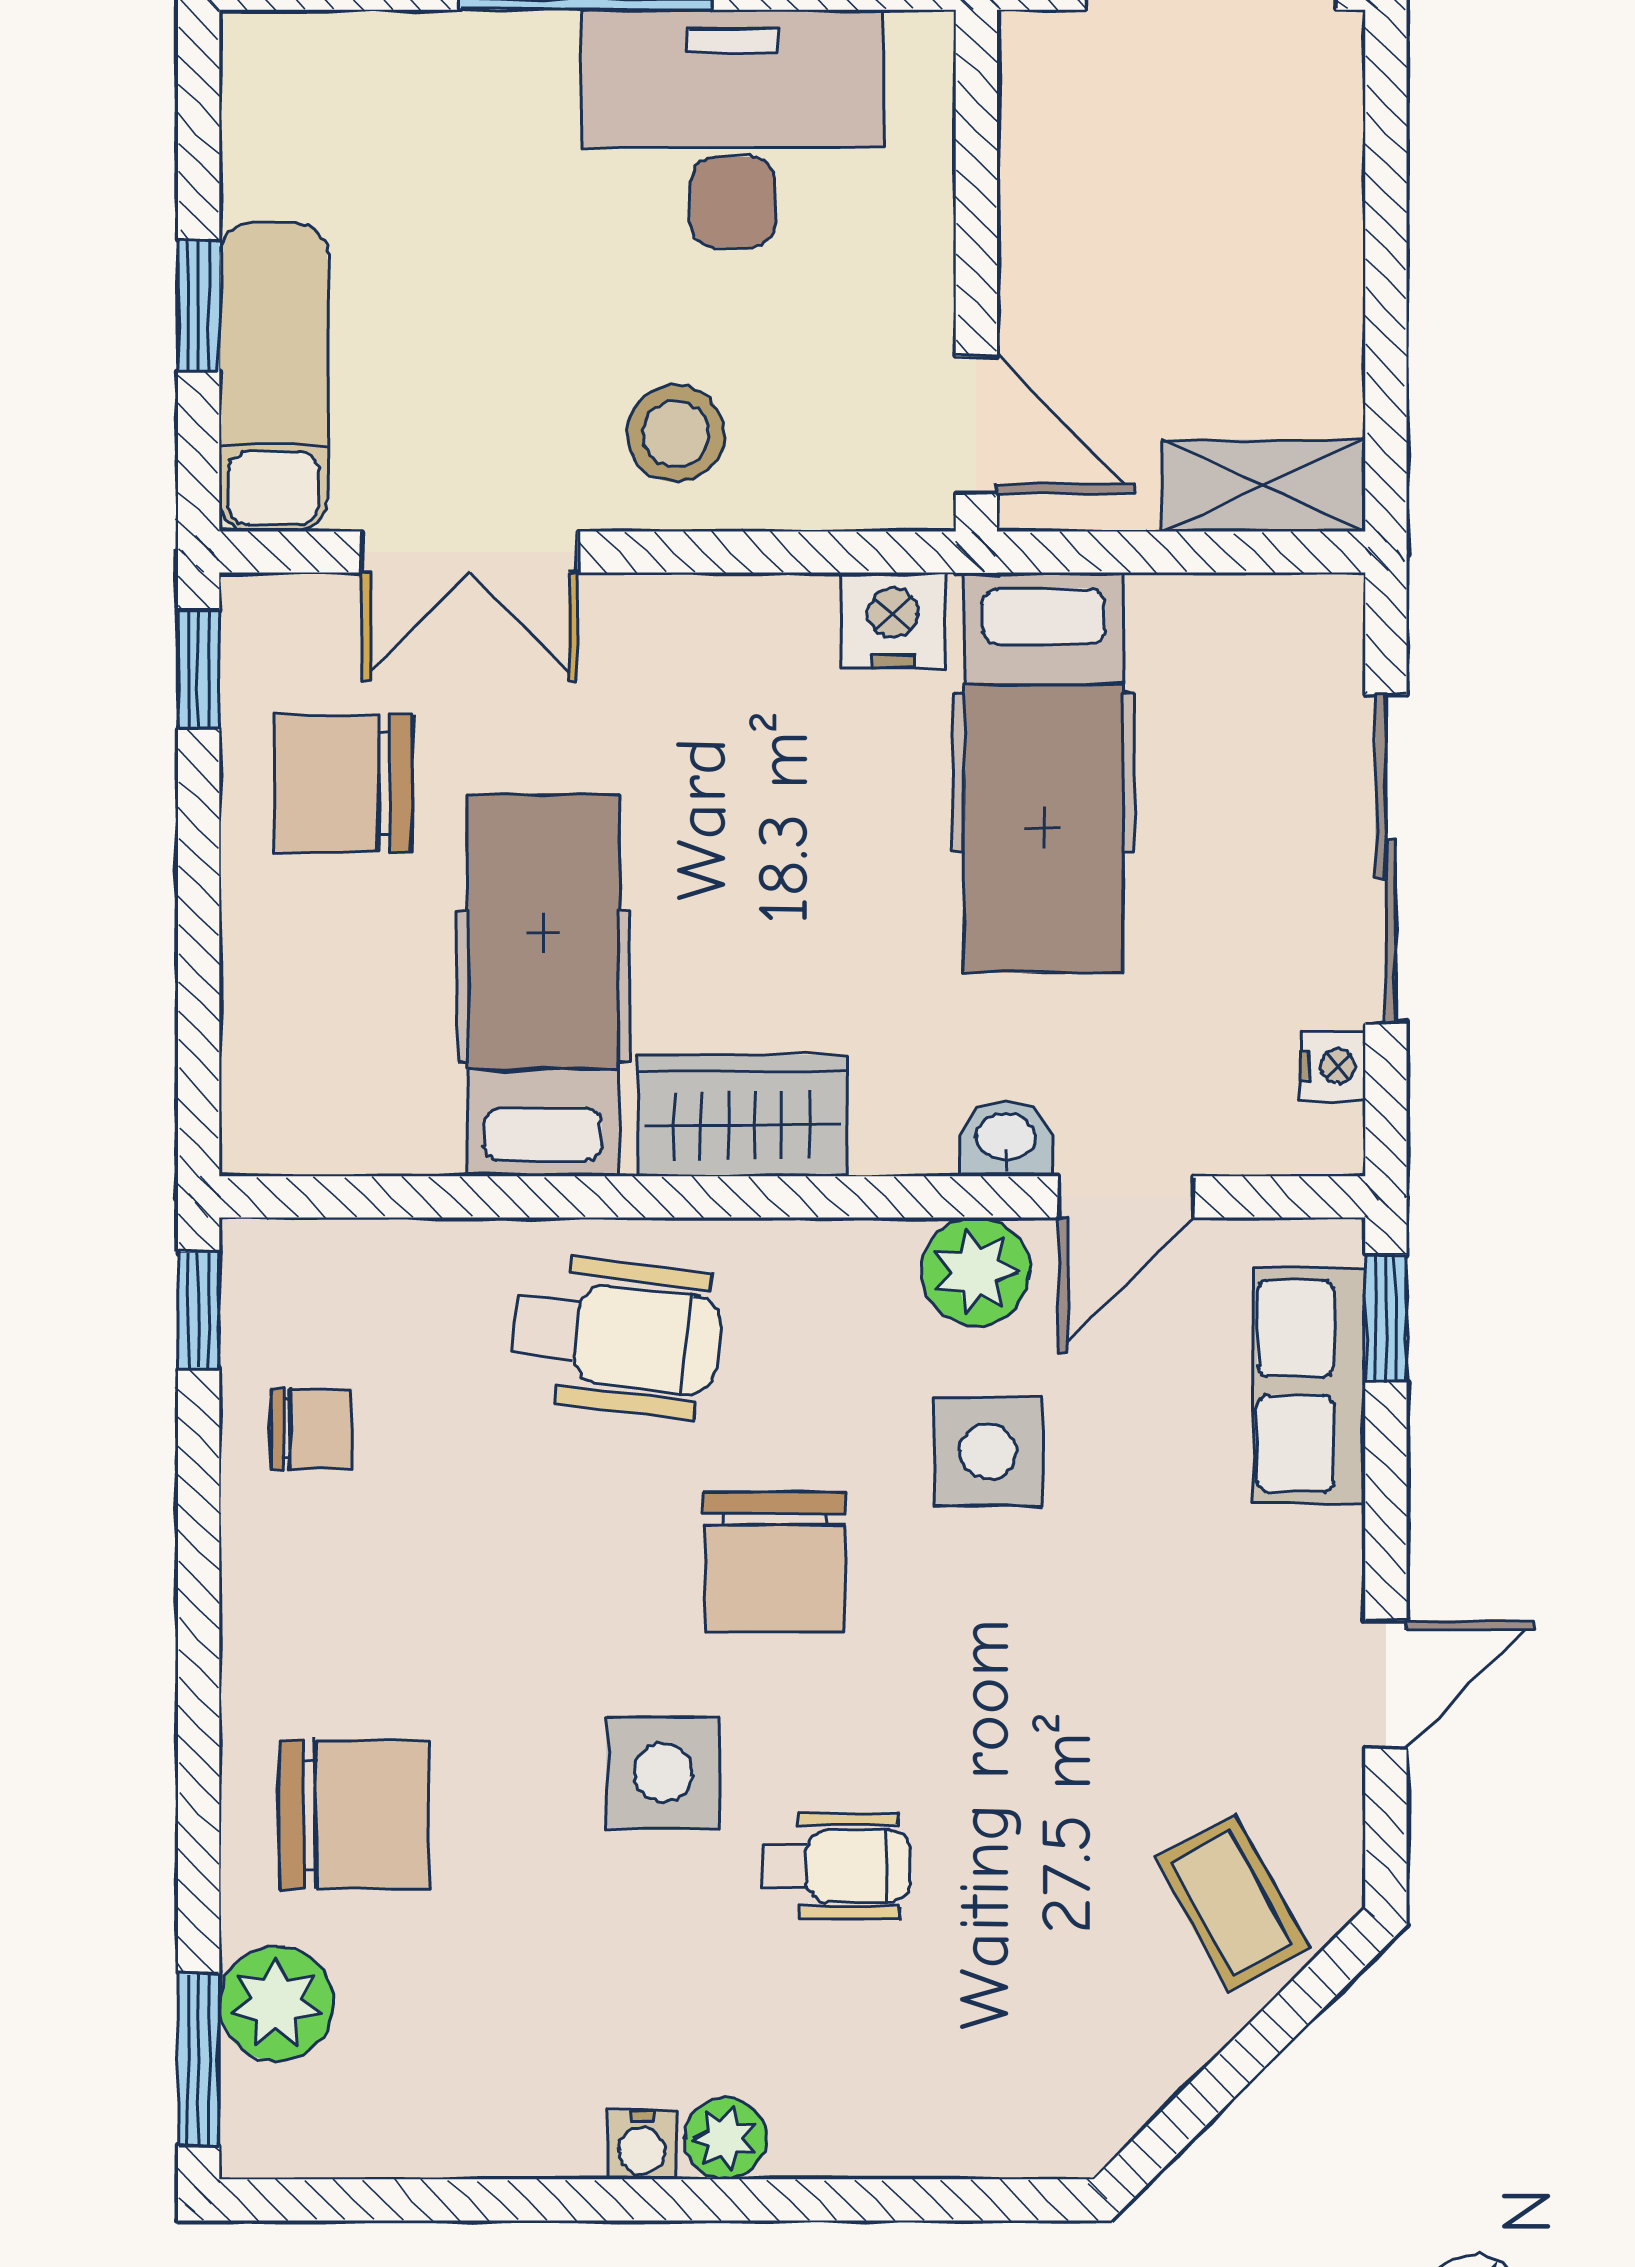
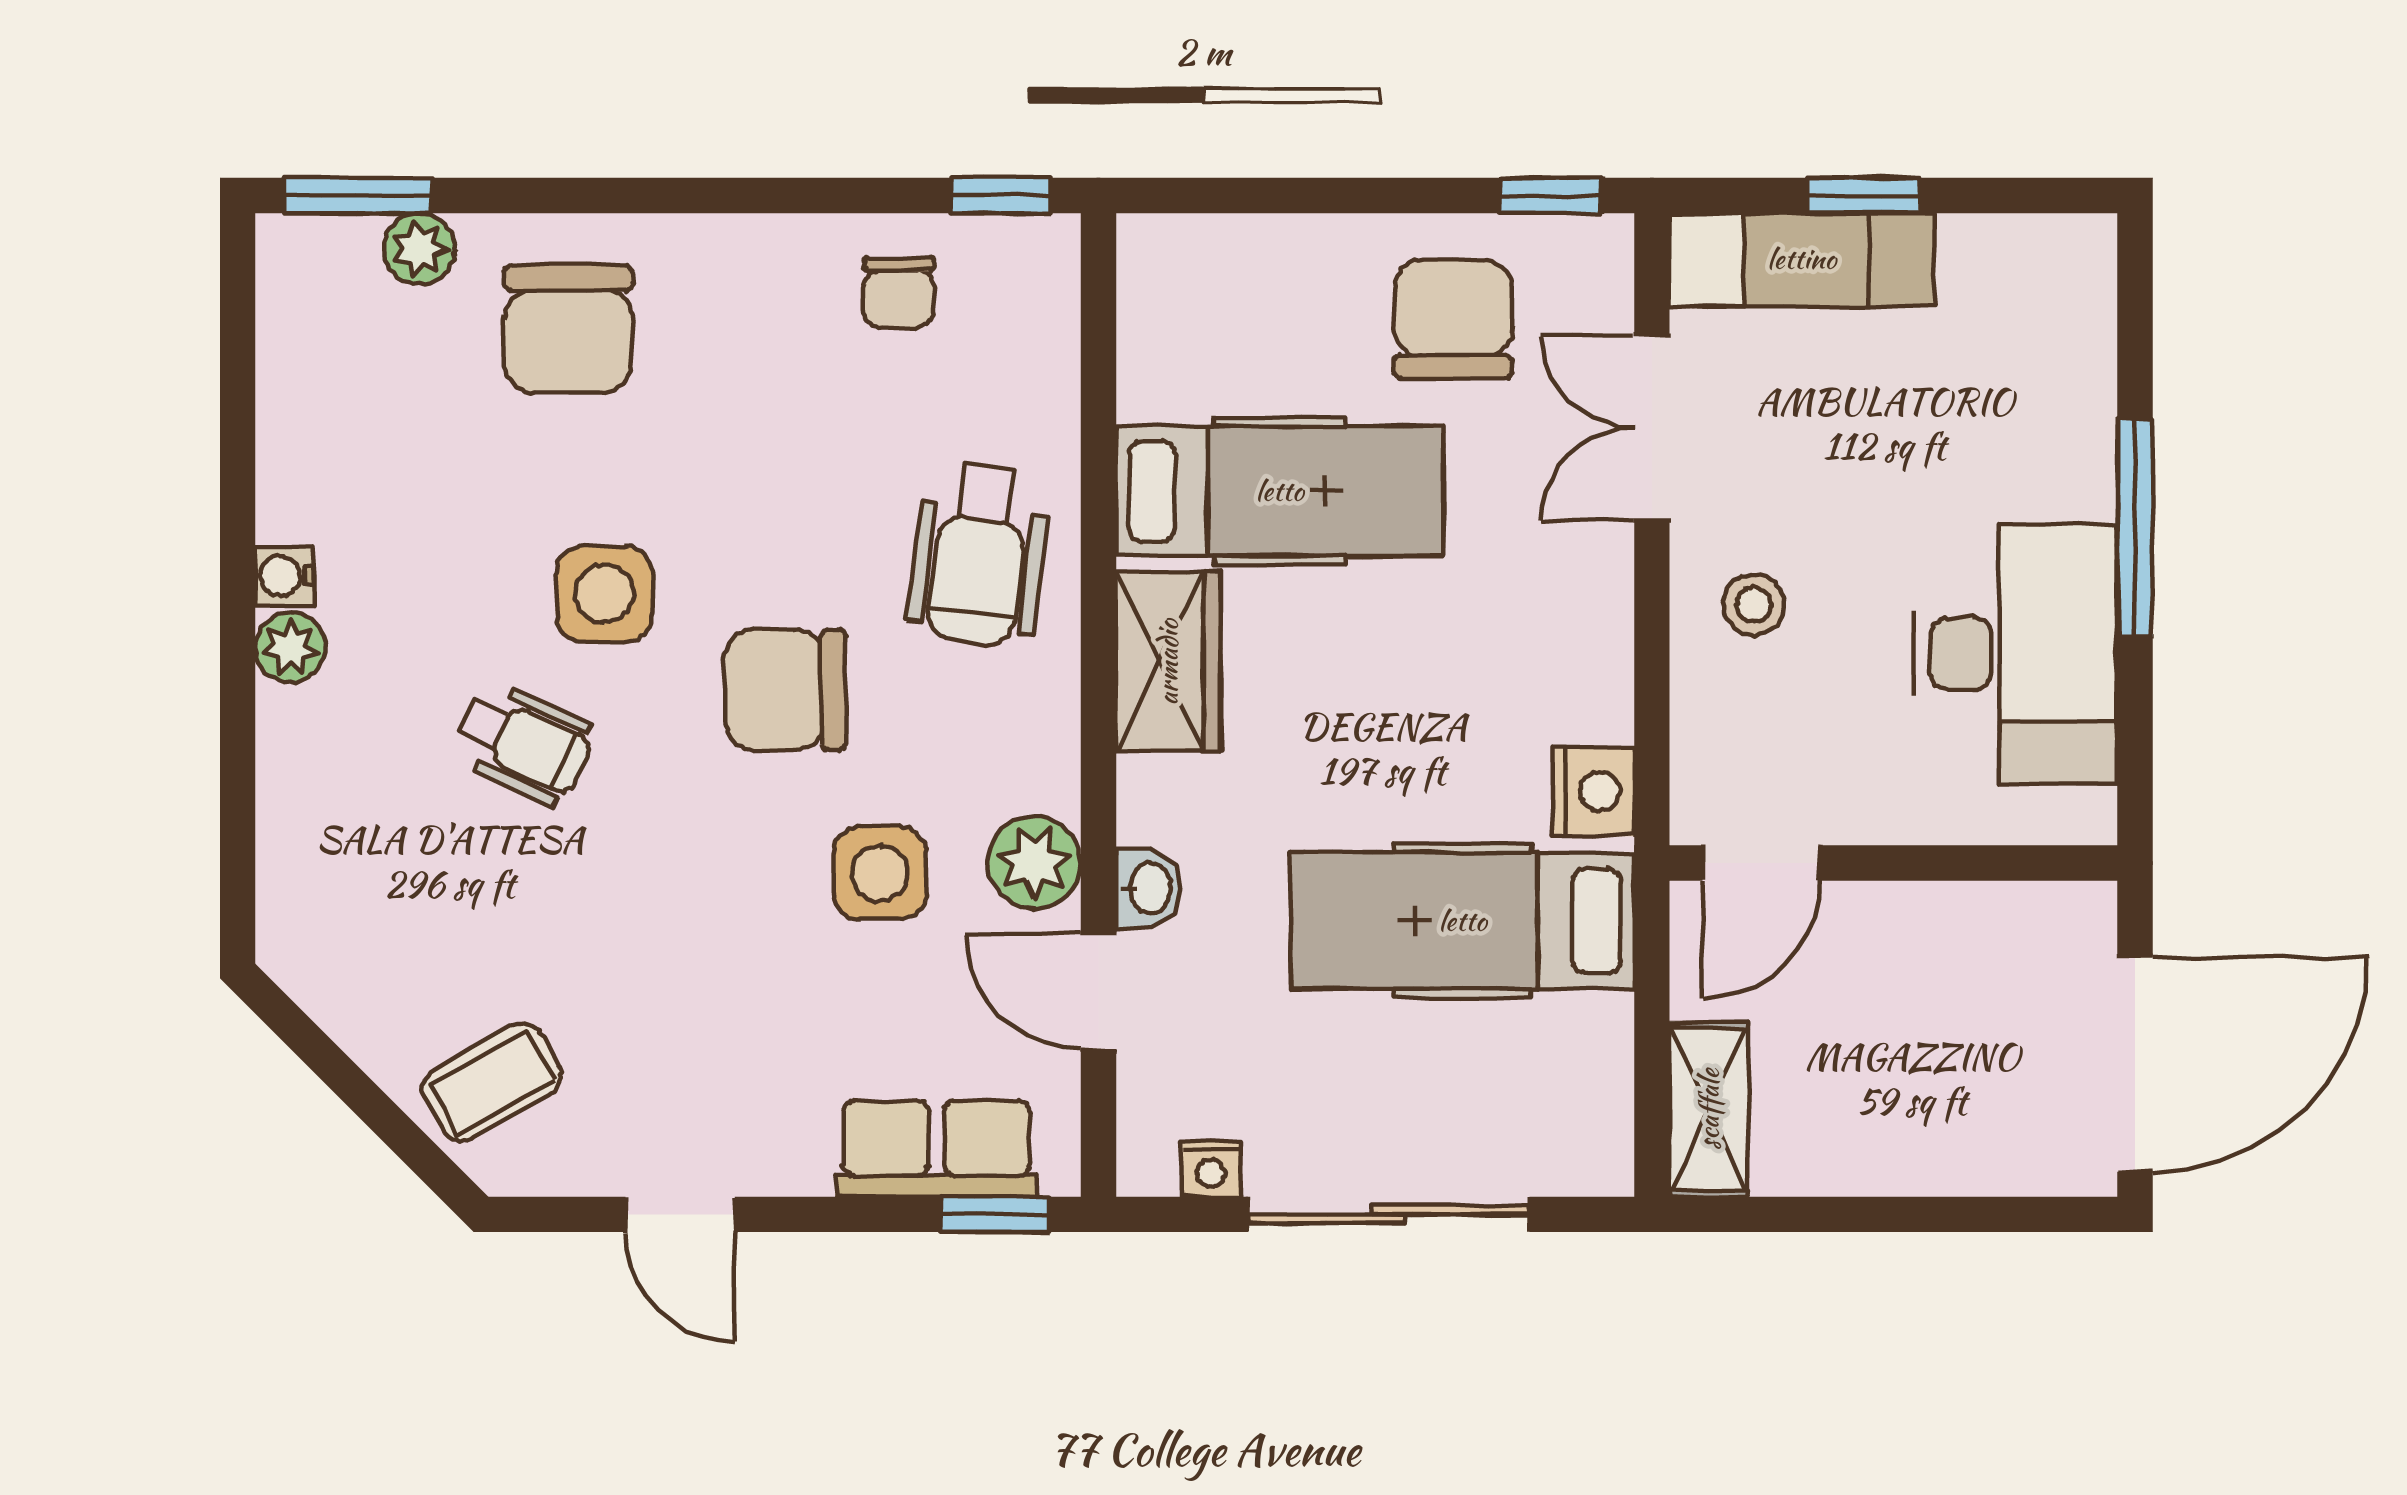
stool: (676, 433) -> (1754, 605), width x0.73, depth x0.73
wheelchair: (836, 1866) -> (524, 743), turned -65
plant: (276, 2004) -> (419, 249), width x0.73, depth x0.73

